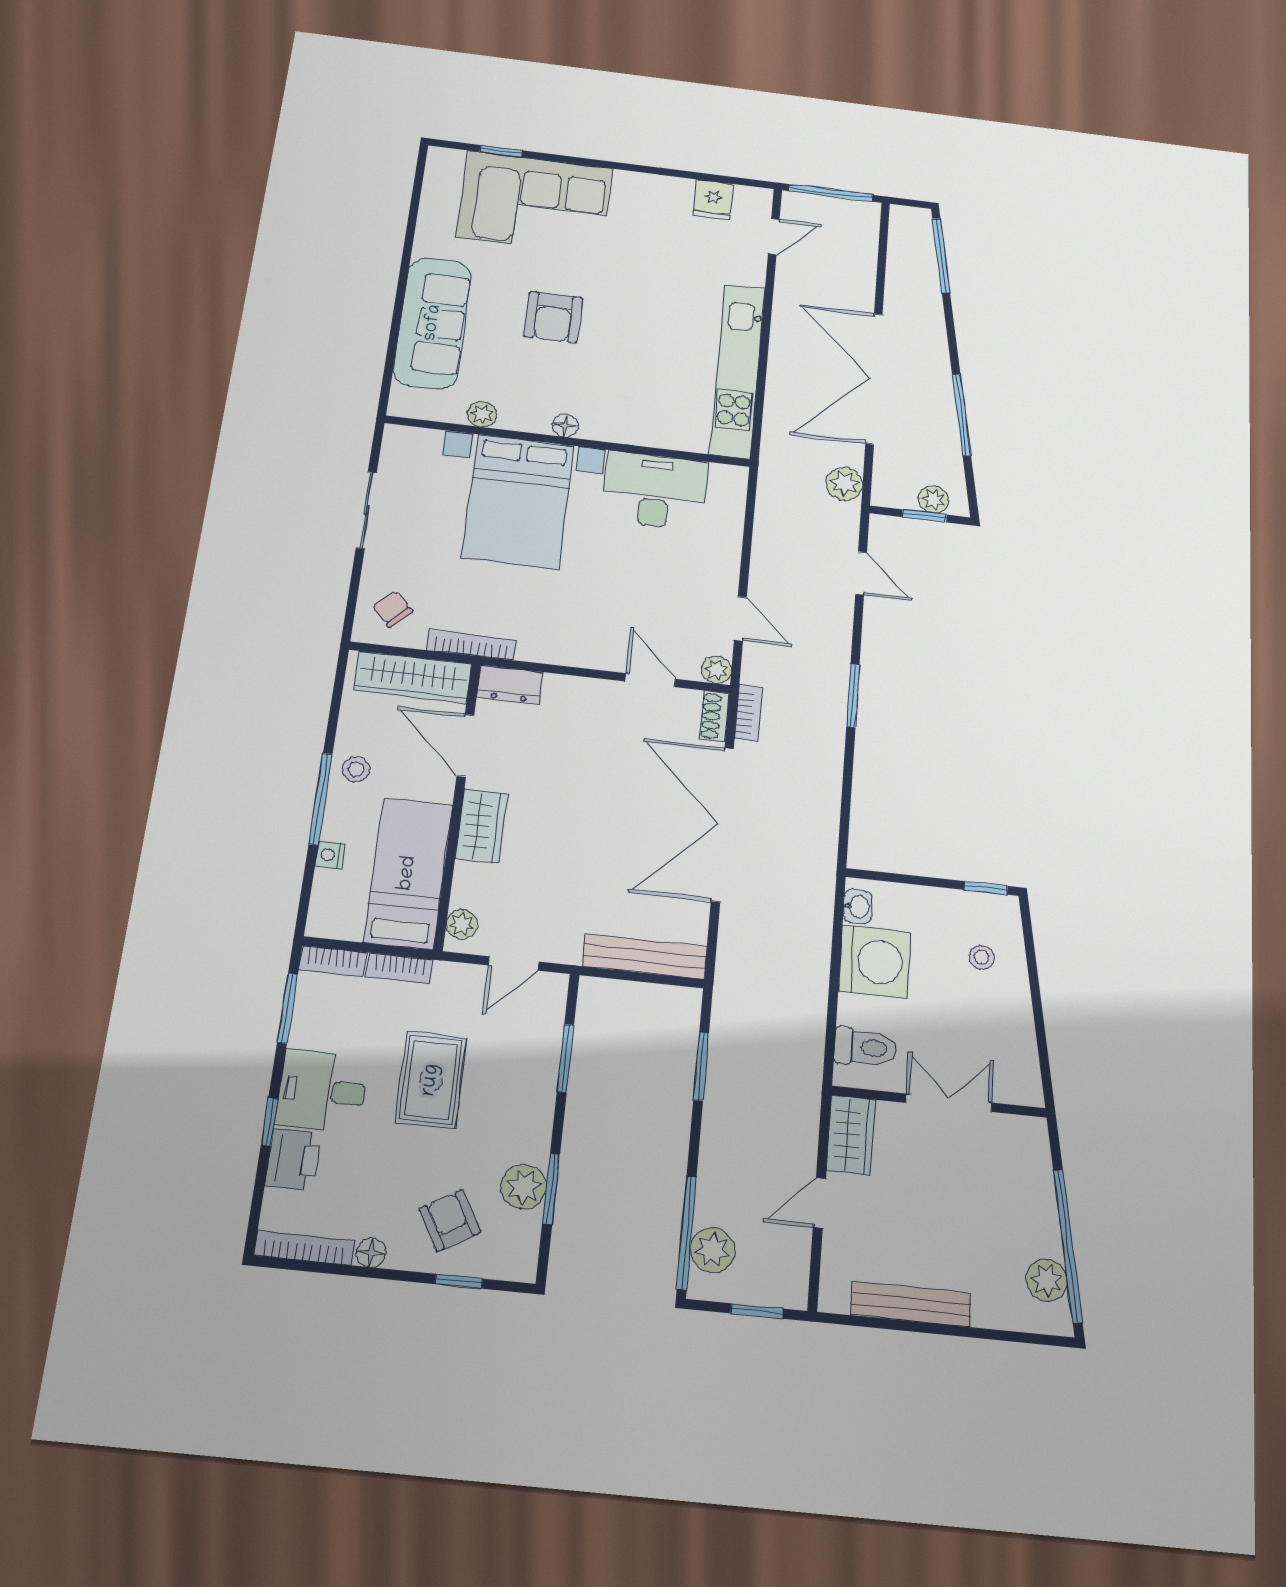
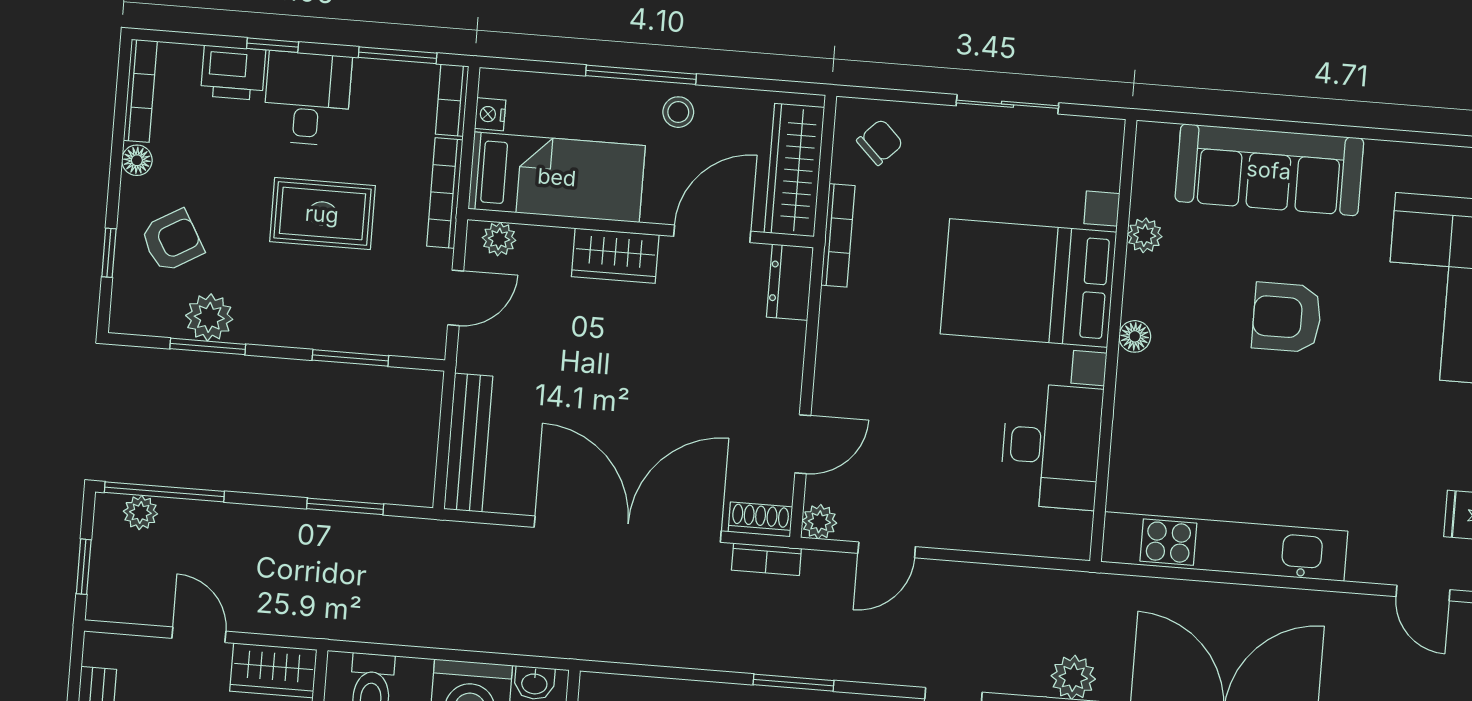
nightstand: (330, 855) -> (490, 114), moved, turned -90
door: (514, 963) -> (456, 298), swing flipped
bookcase: (400, 968) -> (445, 193), width x1.56
plant: (713, 1250) -> (140, 513), width x0.73, depth x0.73

